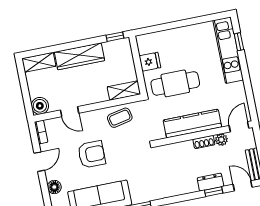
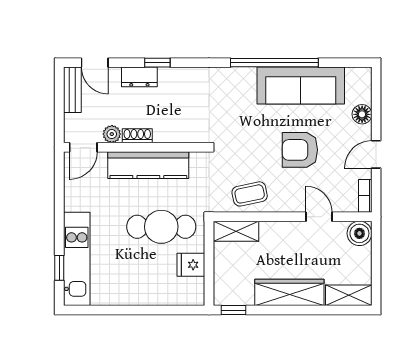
window: (214, 192) -> (157, 63), moved

